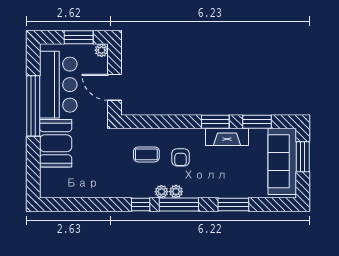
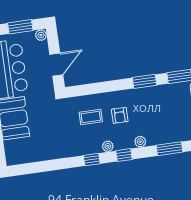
door: (115, 87) -> (56, 65), swing flipped
fireplace: (227, 137) -> (156, 93), removed
plant: (176, 192) -> (140, 142), moved
window: (179, 205) -> (124, 155), width x0.46

